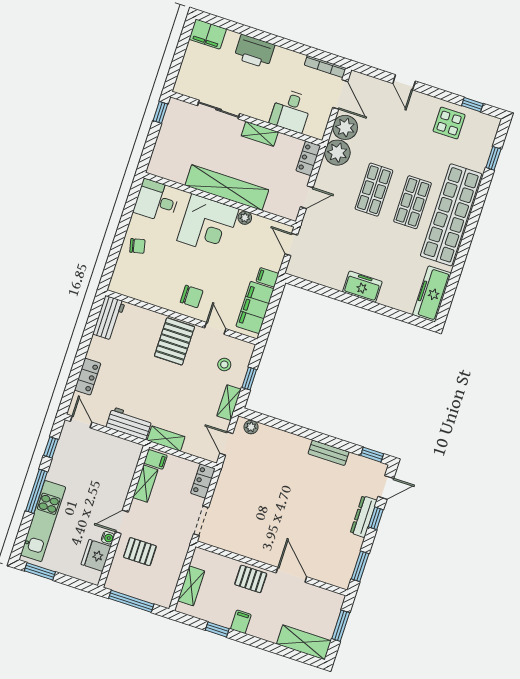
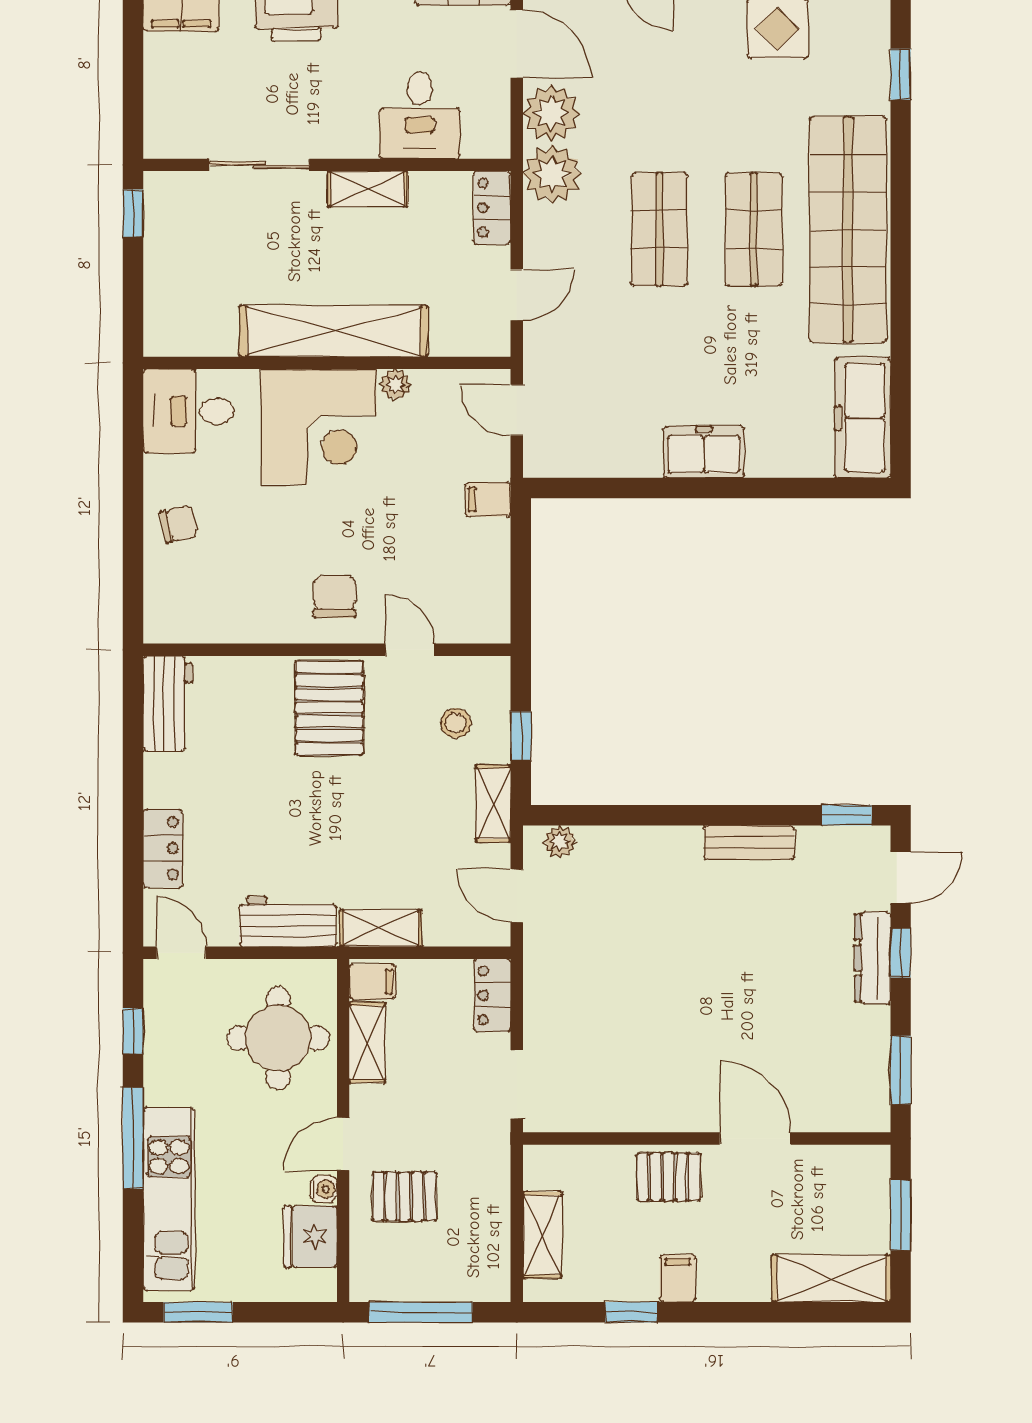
chair: (192, 297) -> (335, 597), turned -90
filing cabinet: (255, 307) -> (482, 575), removed
round table: (109, 470) -> (278, 1038), added

